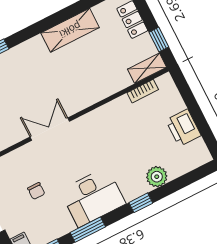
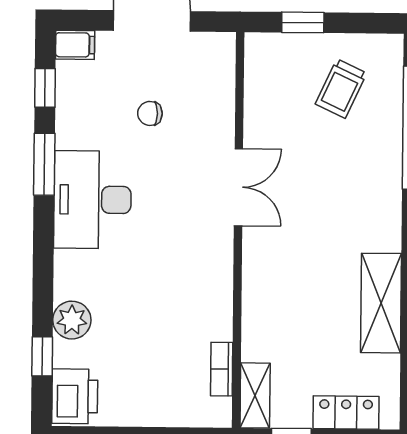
printer: (183, 128) -> (75, 396), moved, turned 90
window: (141, 203) -> (42, 356), moved

